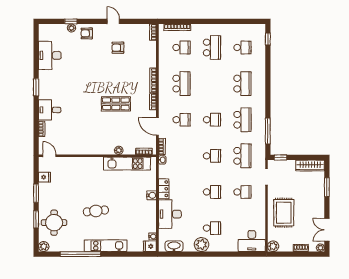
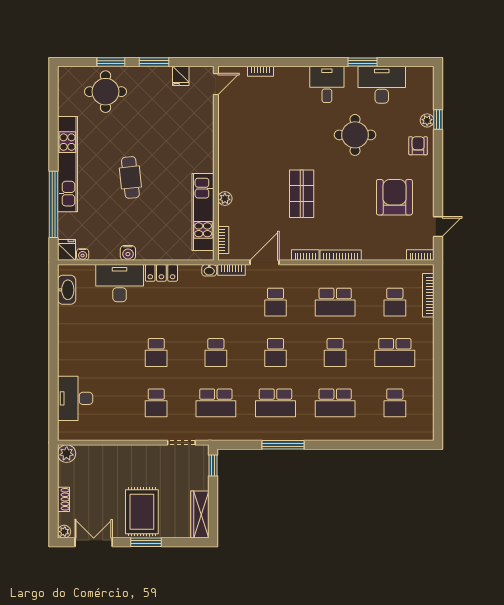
door: (113, 21) -> (438, 227), moved
window: (268, 39) -> (409, 445), removed
armchair: (118, 48) -> (394, 197), width x1.88, depth x1.88
round table: (80, 72) -> (355, 135), added
window: (36, 87) -> (363, 62), moved
desk: (50, 110) -> (327, 84), moved
window: (268, 131) -> (283, 445), moved
window: (327, 187) -> (146, 542), moved
water cooler: (152, 195) -> (128, 253), moved
cafe table: (96, 211) -> (130, 177), moved
rug: (284, 213) -> (142, 512), moved, turned 90
school desk: (212, 228) -> (335, 352), moved
desk: (252, 241) -> (75, 398), moved
plant: (202, 245) -> (69, 335), removed
kitchen unit: (106, 246) -> (67, 164), width x1.36
plant: (44, 247) -> (66, 75), removed
window: (80, 254) -> (53, 204), moved

